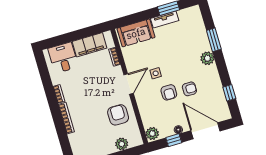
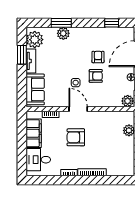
plant: (188, 17) -> (35, 40), added
plant: (207, 58) -> (63, 33), moved
armchair: (118, 115) -> (76, 137), moved

